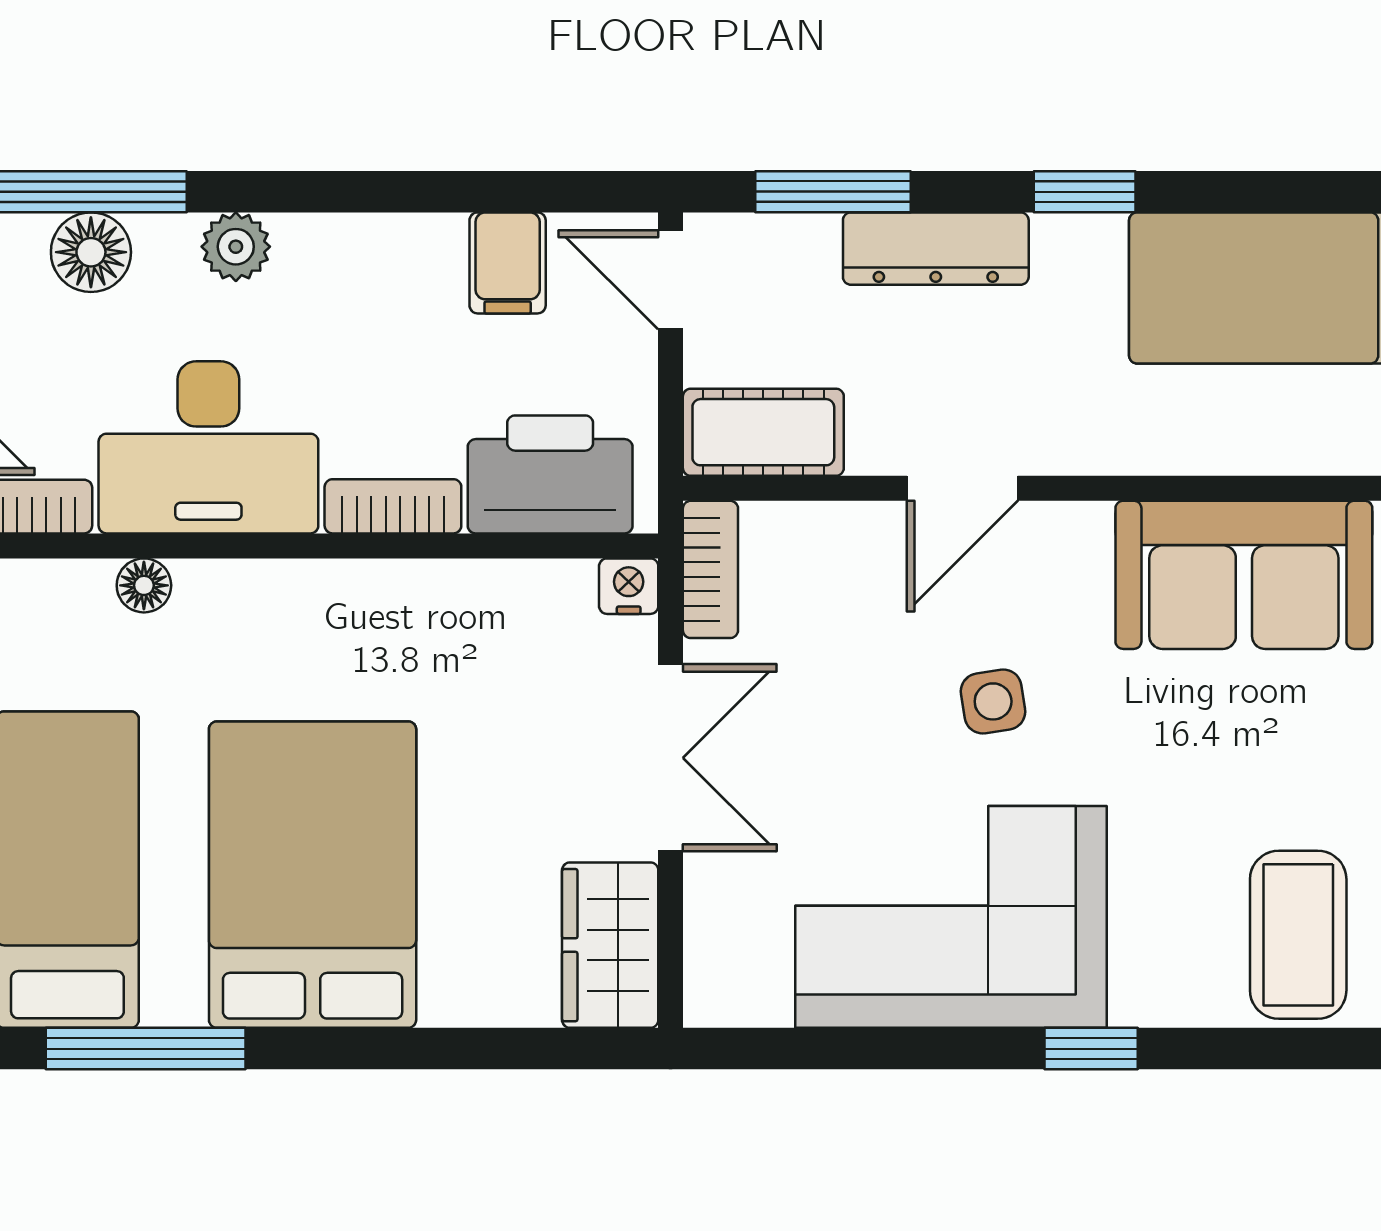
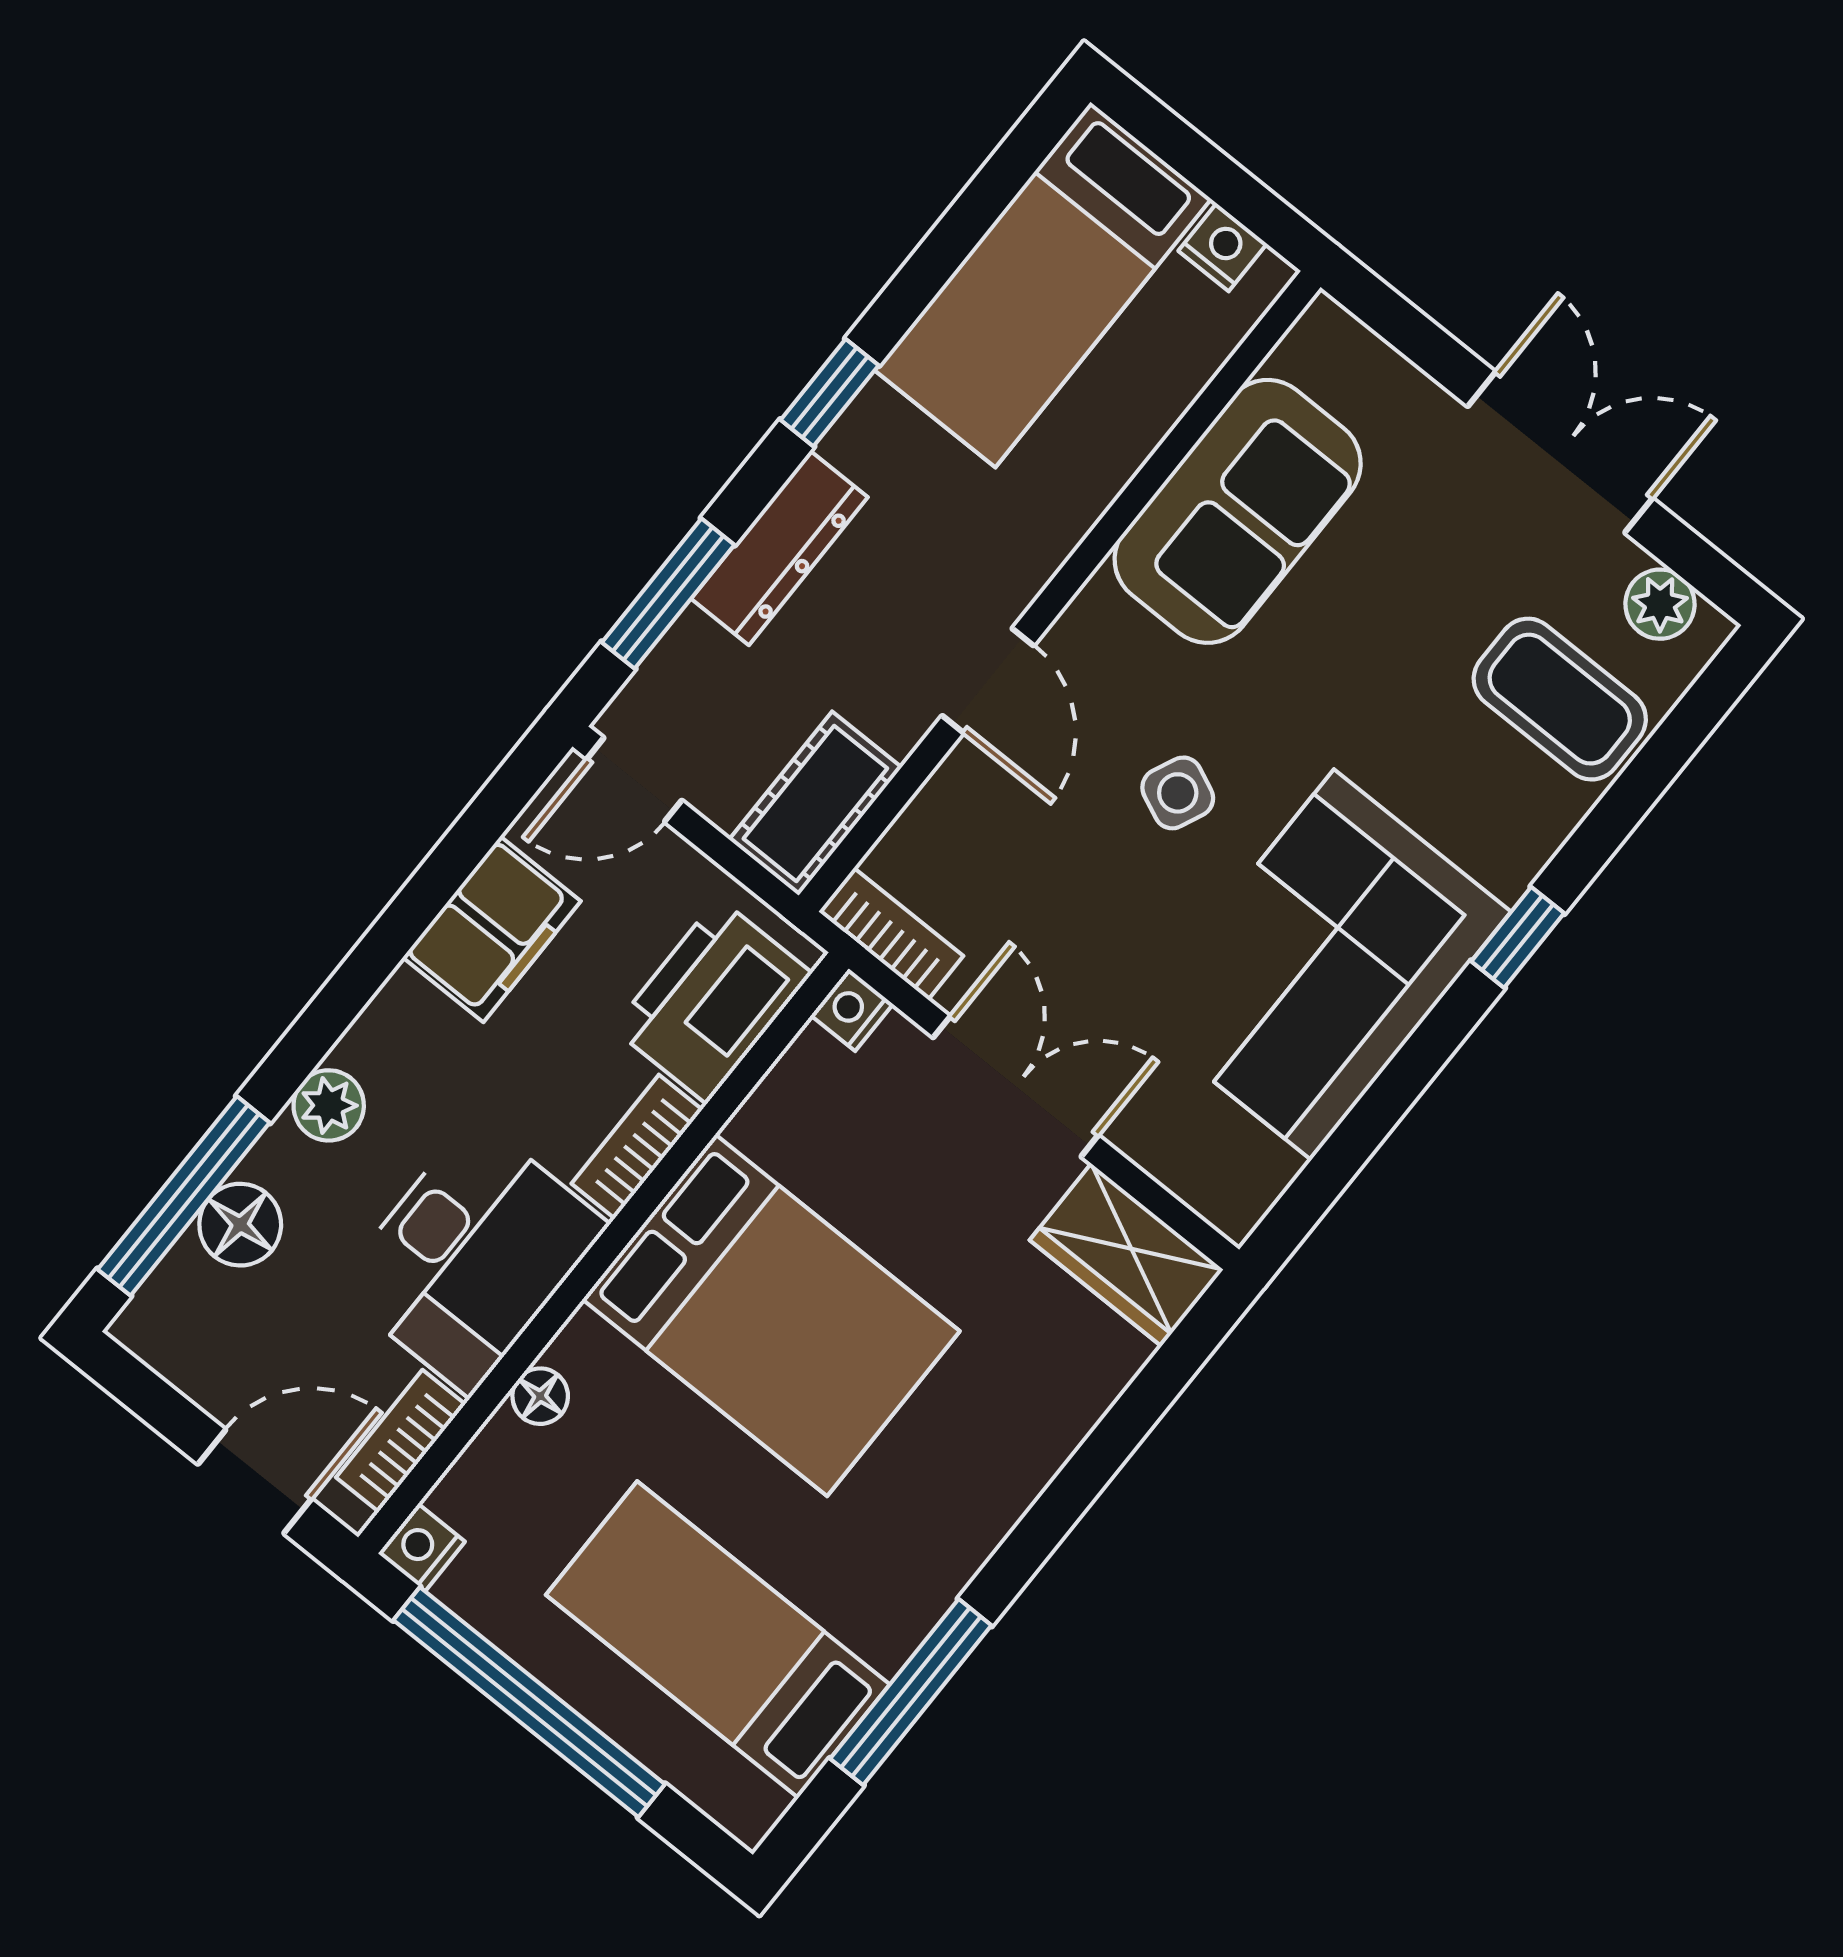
filing cabinet: (508, 263) -> (492, 929), width x2.00
side table: (993, 701) -> (1178, 793), turned 33
bed: (313, 875) -> (771, 1315), moved, turned 180

